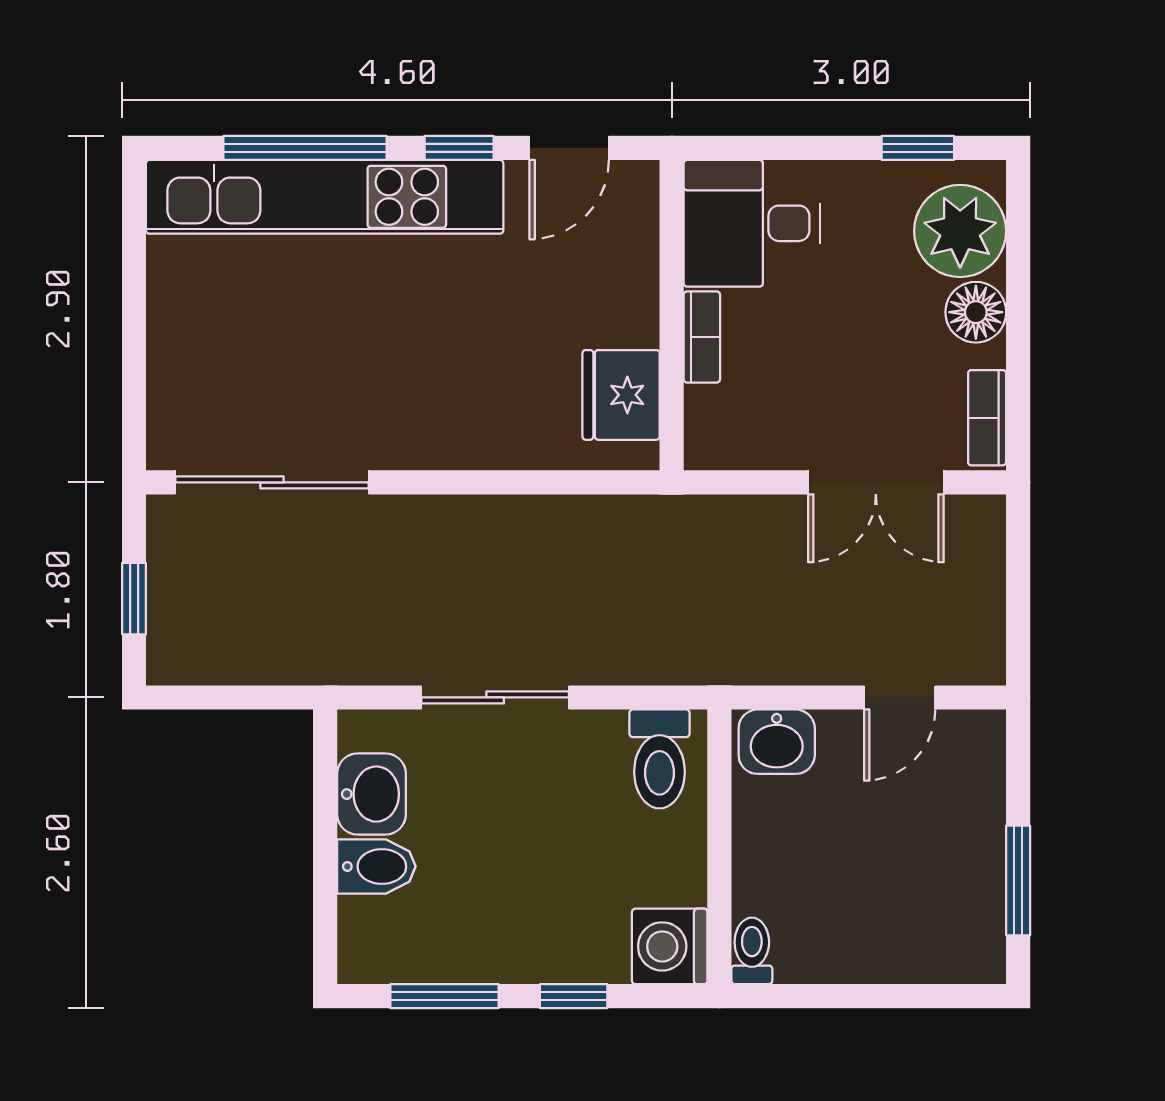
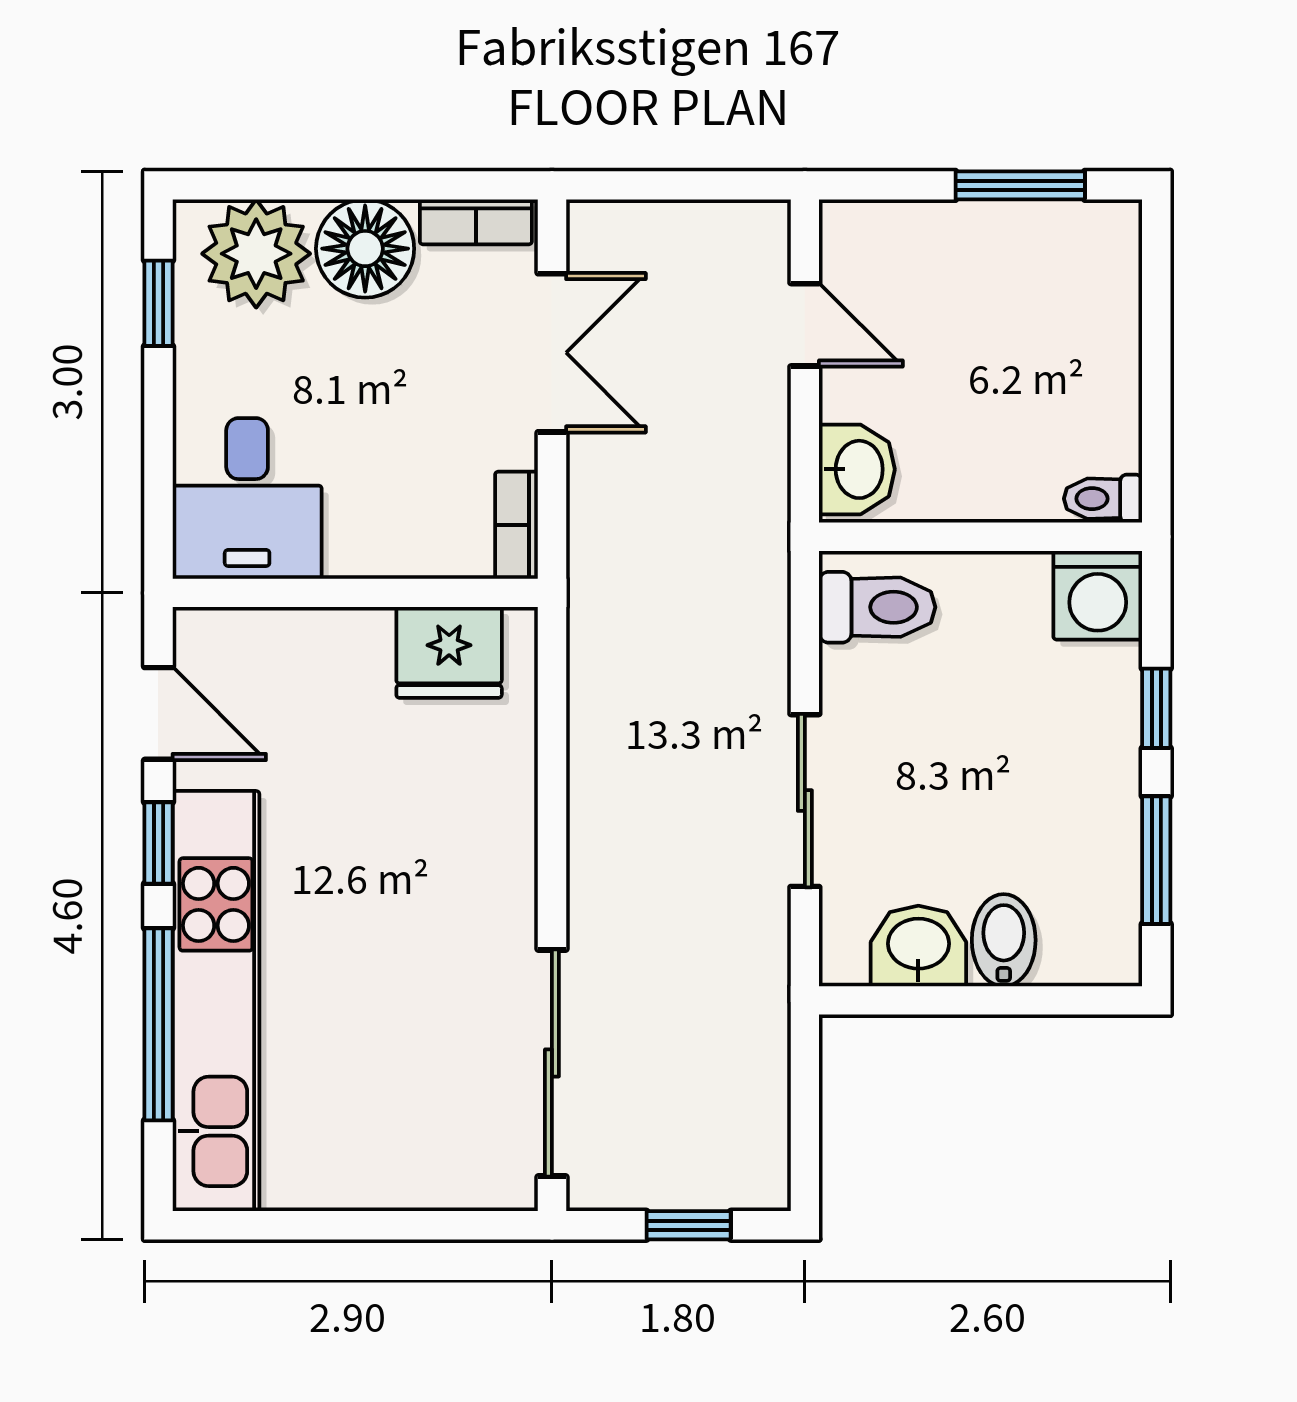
floor lamp: (976, 312) -> (365, 249), width x1.38, depth x1.38
bookcase: (702, 337) -> (516, 525), moved, turned -90

